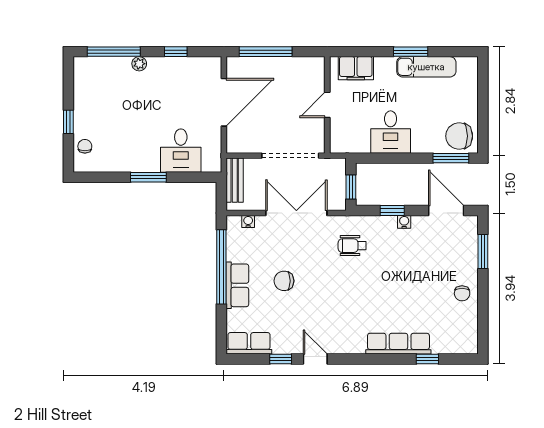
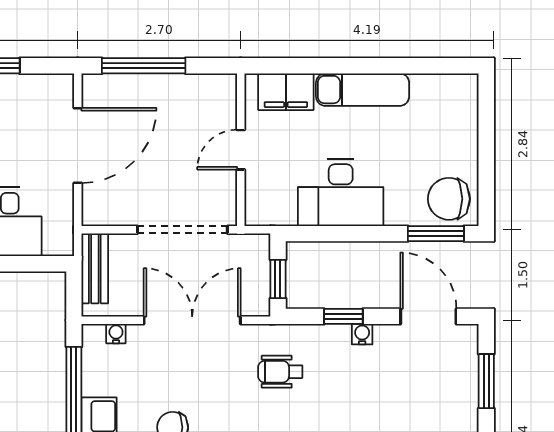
window: (411, 52) -> (372, 66), removed
exam couch: (426, 67) -> (363, 90), moved
desk: (391, 132) -> (341, 192), width x1.37

